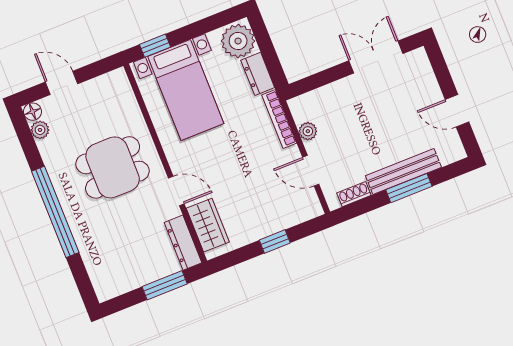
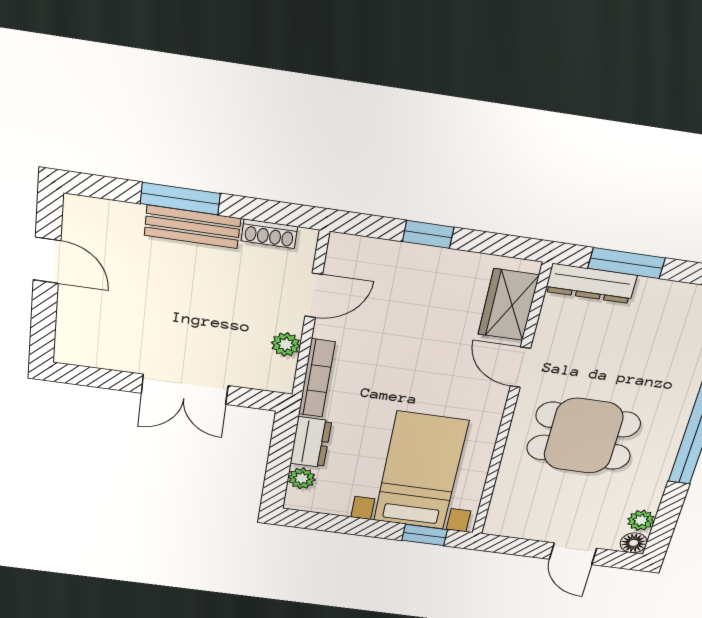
plant: (238, 41) -> (302, 478), width x0.53, depth x0.53
double door: (376, 57) -> (185, 389), moved
door: (311, 171) -> (314, 295), hinge flipped
bench: (403, 172) -> (192, 227), width x0.73
dresser: (183, 243) -> (591, 283), moved, turned 90

